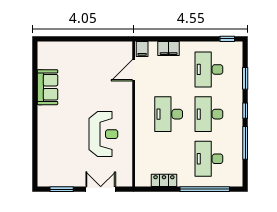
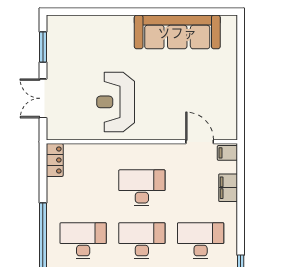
sofa: (47, 87) -> (177, 32), width x1.85, depth x1.27
reception desk: (103, 134) -> (116, 102), turned 90
locker: (164, 180) -> (55, 160), moved
double door: (101, 189) -> (43, 98), swing flipped

